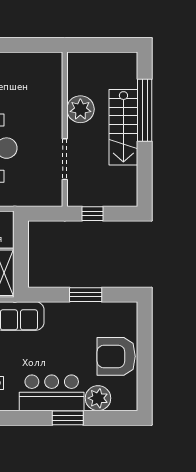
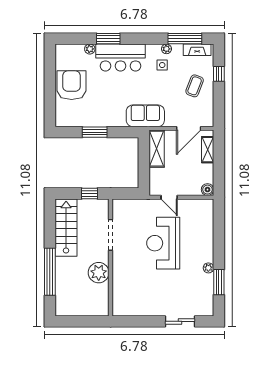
stairs: (123, 127) -> (66, 228), moved
armchair: (116, 356) -> (72, 85), turned -90
plant: (98, 398) -> (90, 49), width x0.53, depth x0.53

